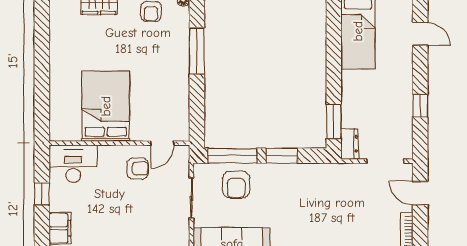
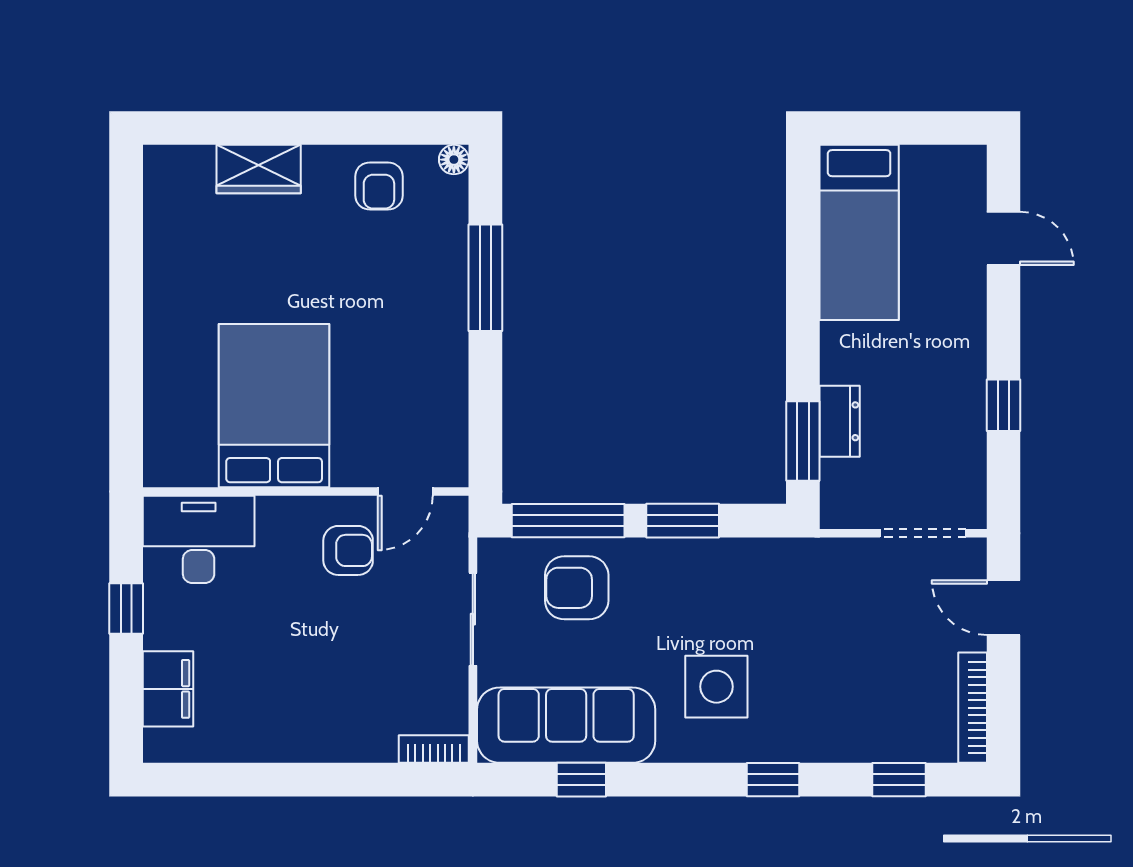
dresser: (350, 144) -> (840, 421), moved
armchair: (236, 185) -> (577, 588), turned 90
side table: (296, 227) -> (716, 687), added

